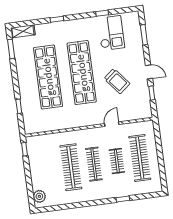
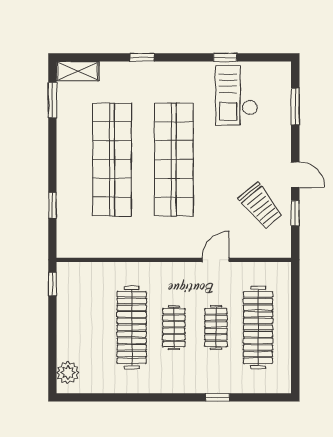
checkout: (111, 33) -> (237, 95), turned 180
trolley: (117, 81) -> (261, 206), moved
clothes rail: (94, 164) -> (174, 328), width x0.73

